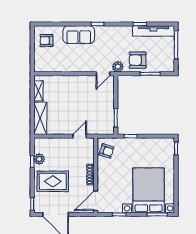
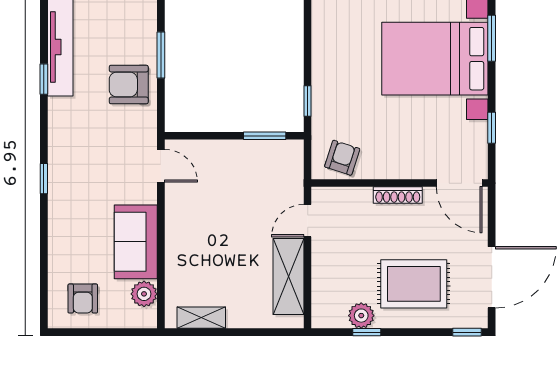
sofa: (79, 35) -> (136, 242), moved, turned 180
armchair: (138, 60) -> (129, 85), turned 90
plant: (118, 67) -> (144, 294), moved
shelving: (40, 118) -> (288, 277), moved, turned 90
door: (80, 136) -> (308, 221), hinge flipped
rug: (53, 181) -> (414, 284), turned 90

